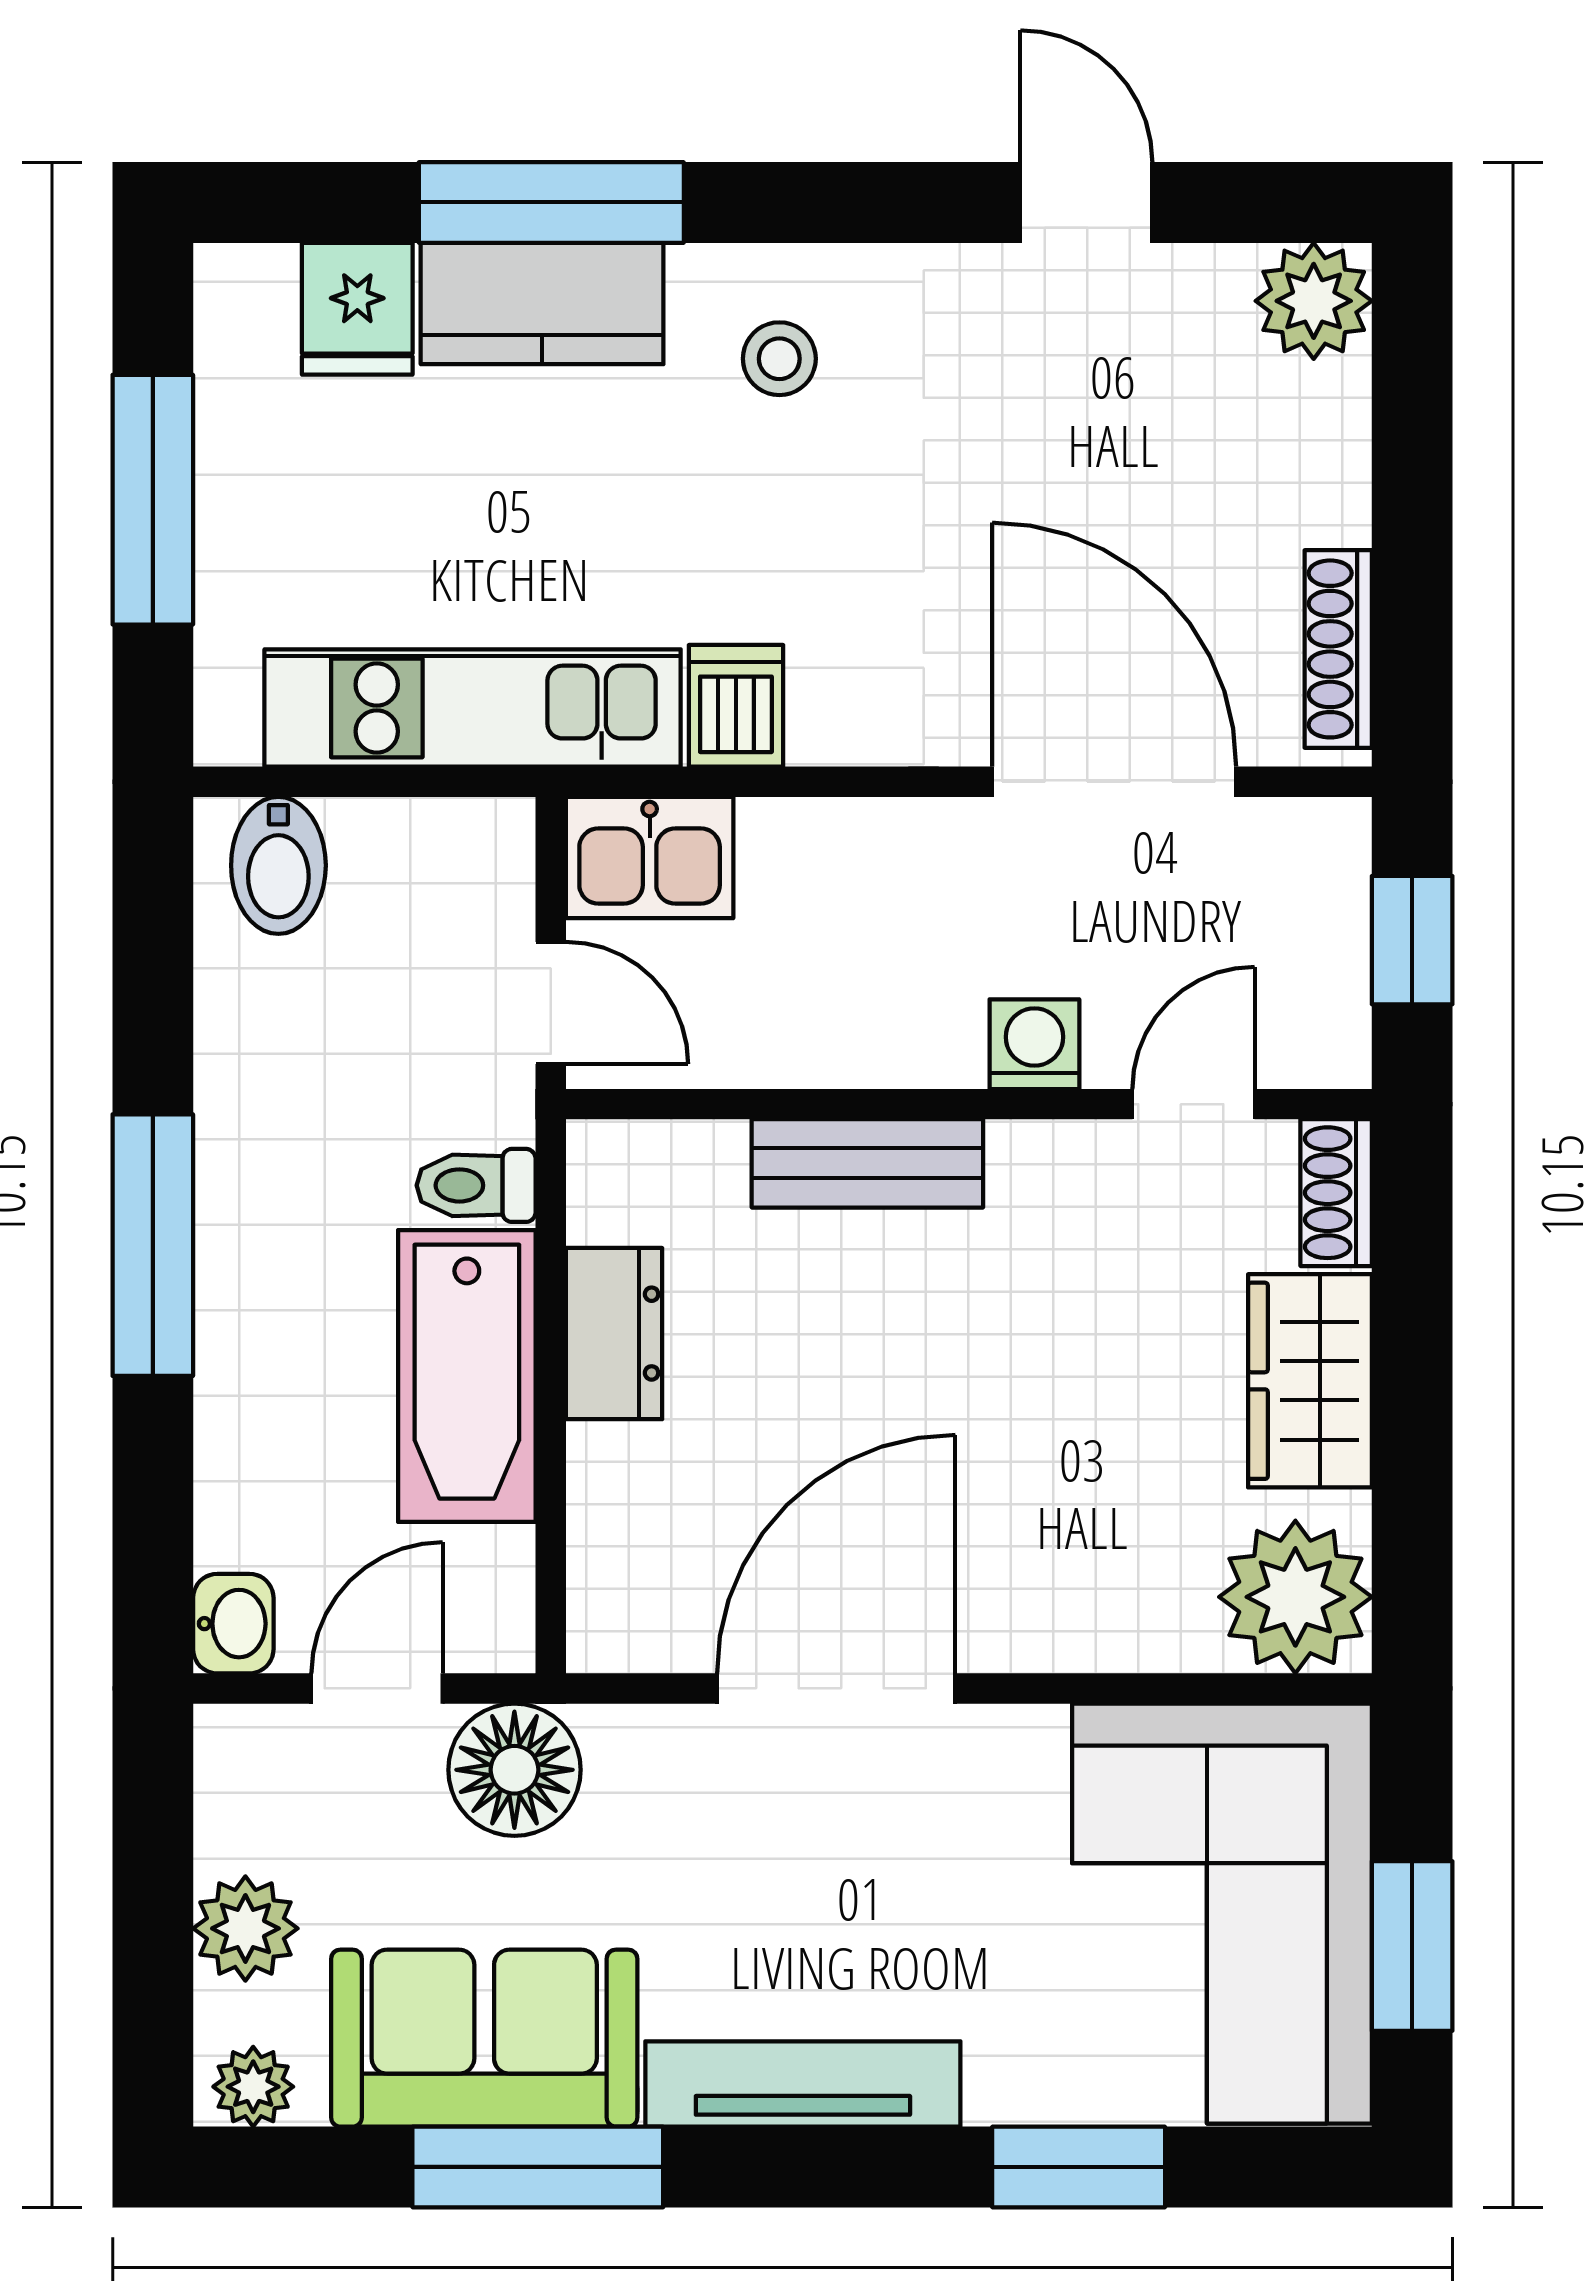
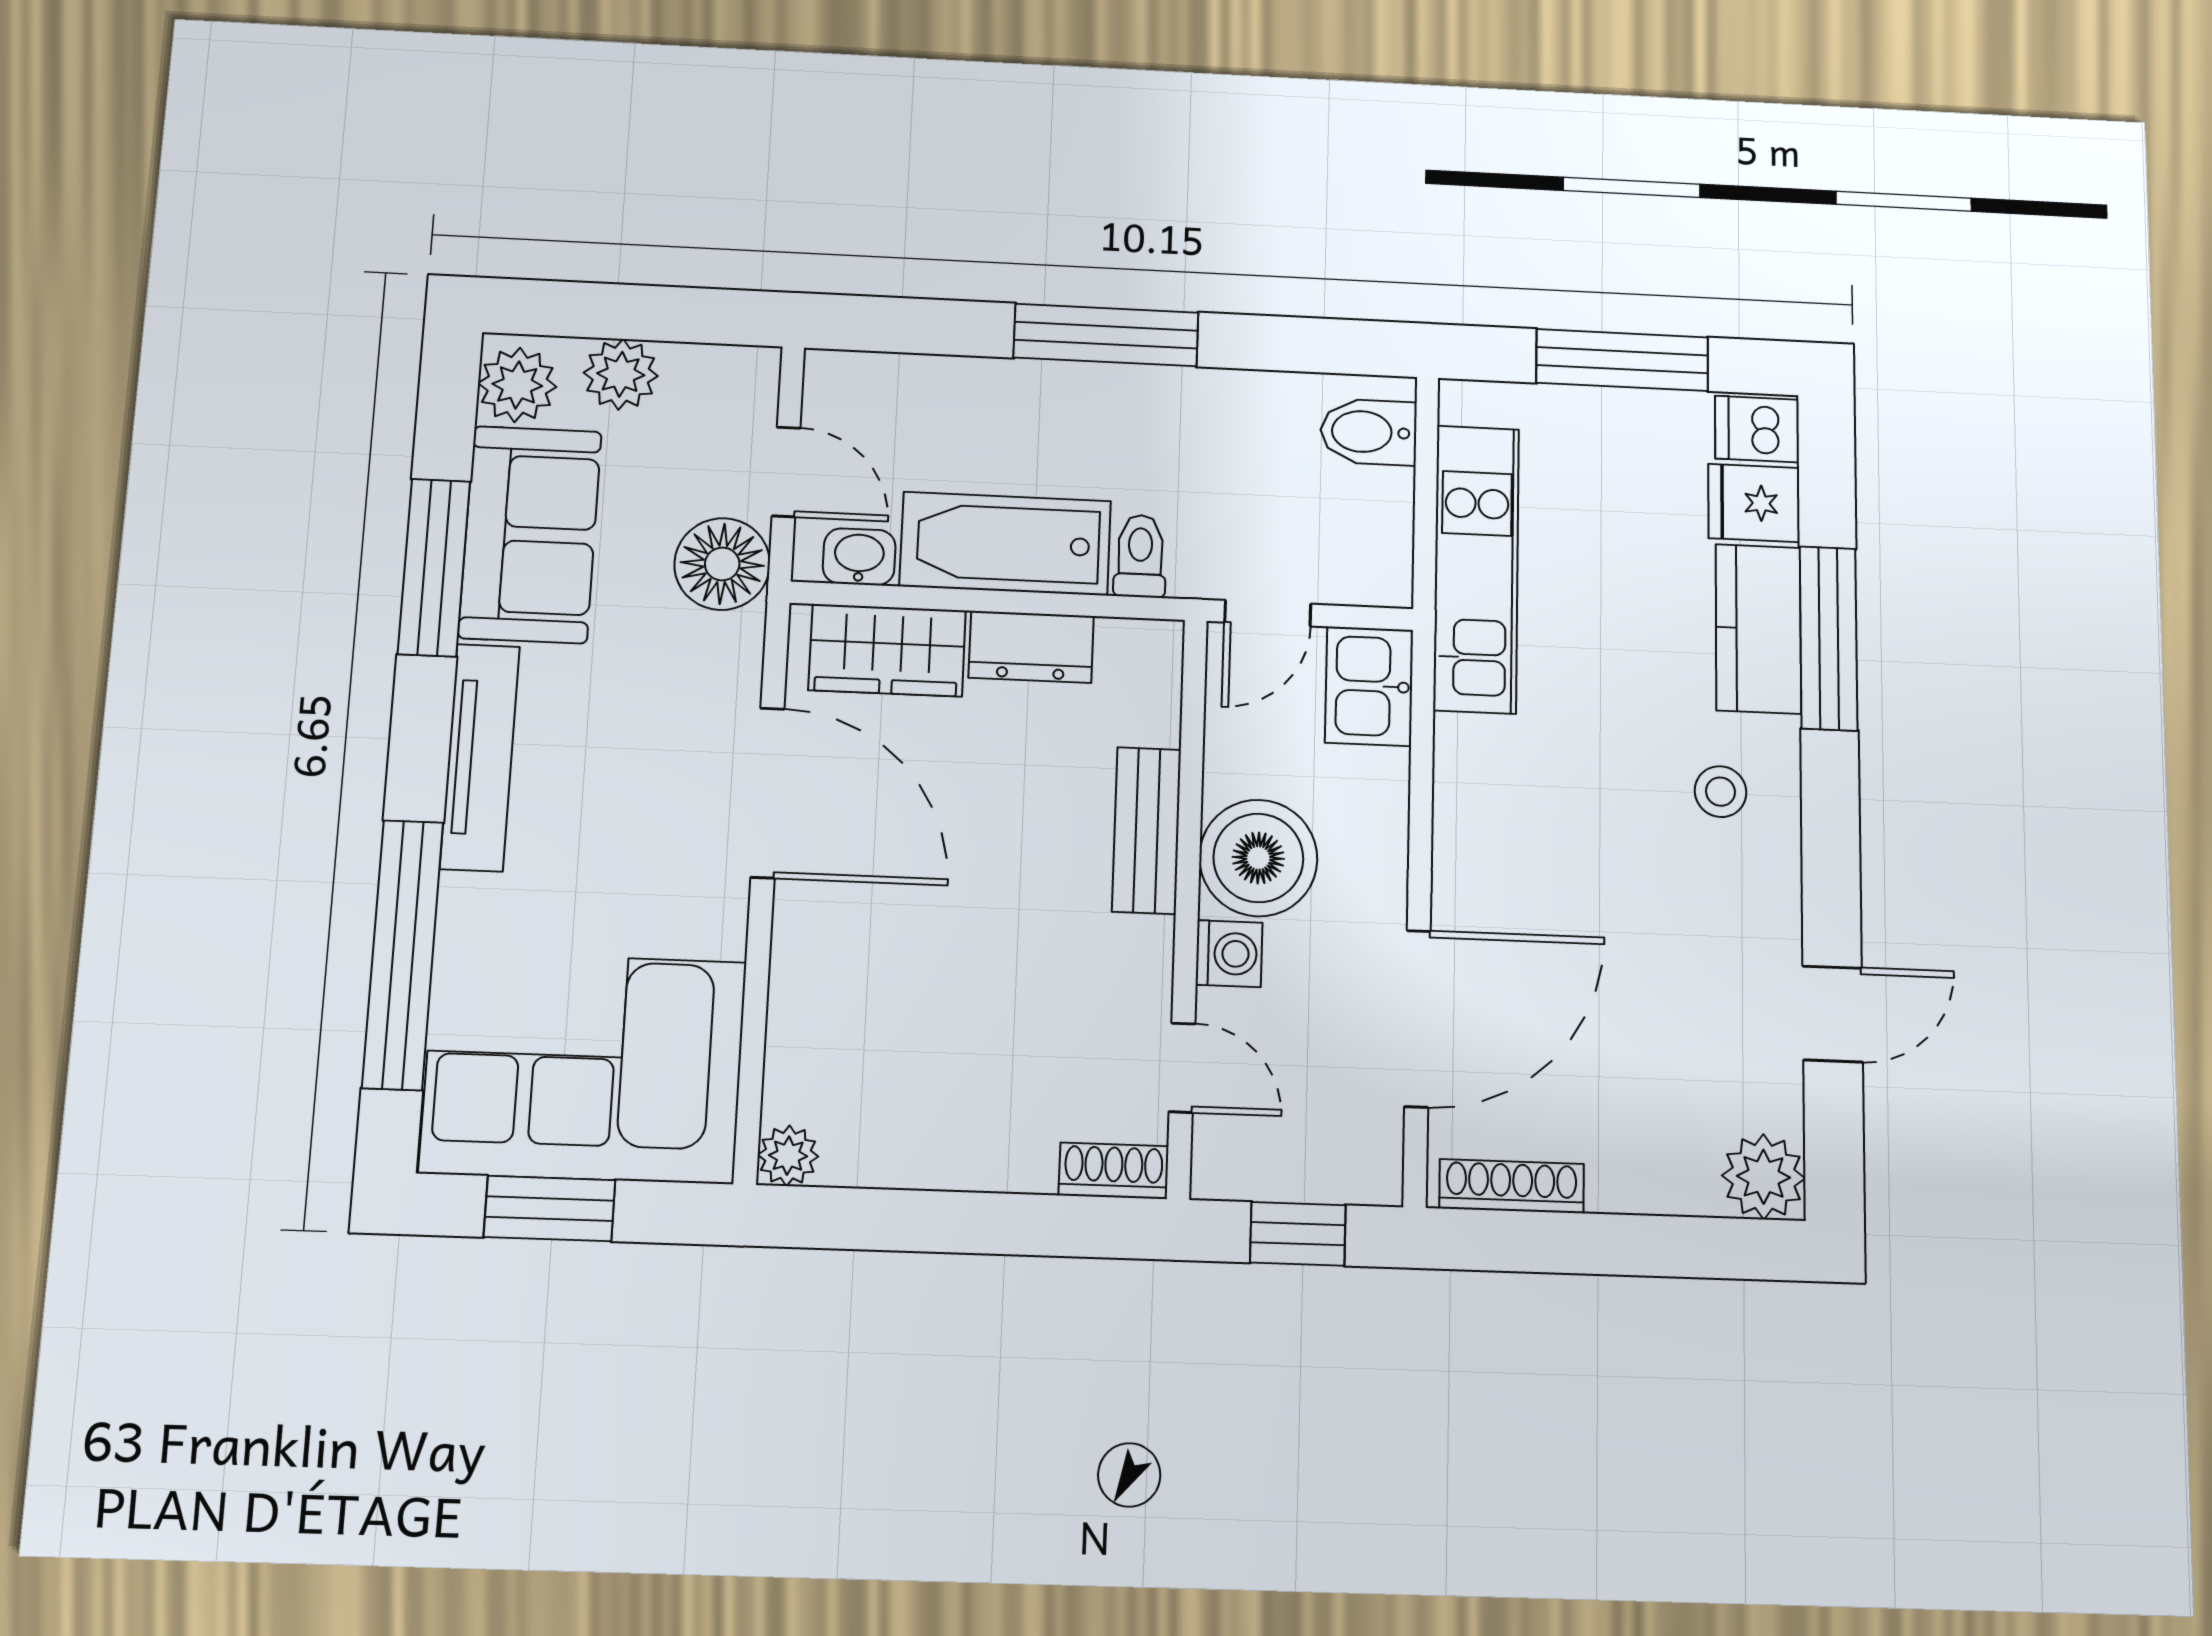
dishwasher: (736, 706) -> (1757, 429), moved, turned 180
boiler: (900, 1007) -> (1258, 858), added
wardrobe: (1310, 1381) -> (887, 650), moved, turned 180
plant: (1295, 1597) -> (788, 1156), width x0.53, depth x0.53
washbasin: (233, 1624) -> (859, 557), moved, turned 180
plant: (253, 2087) -> (517, 385), width x1.38, depth x1.38
window: (1079, 2167) -> (403, 954), width x2.11

